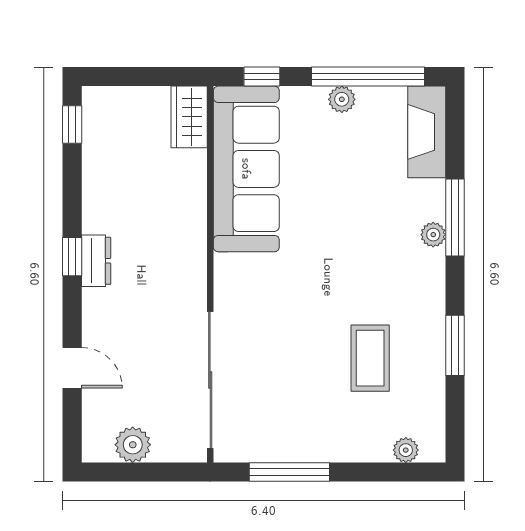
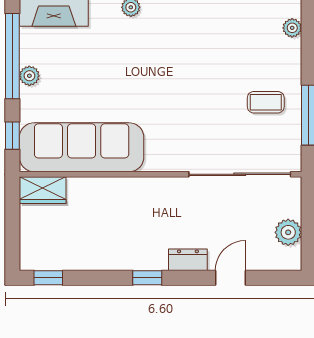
dresser: (96, 261) -> (188, 260), moved
coffee table: (370, 358) -> (266, 102), moved, width x0.73, depth x0.77

